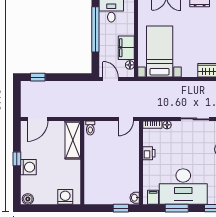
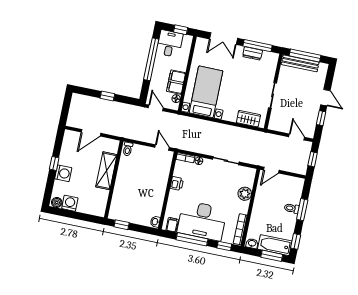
window: (38, 77) -> (107, 96), moved
door: (38, 119) -> (91, 133), moved
door: (126, 119) -> (162, 147), swing flipped
shelving: (73, 140) -> (106, 171), moved
washing machine: (65, 197) -> (70, 203), moved
window: (121, 208) -> (122, 225), moved
window: (177, 208) -> (192, 239), width x1.44

